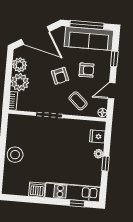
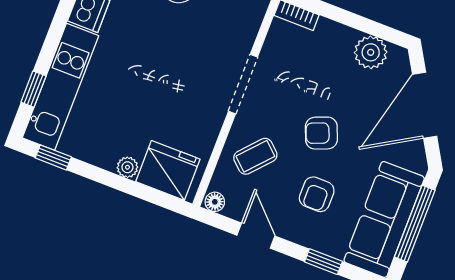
plant: (20, 82) -> (333, 42), removed
fridge: (97, 136) -> (168, 170), width x1.88, depth x1.34
window: (105, 164) -> (53, 157), moved

